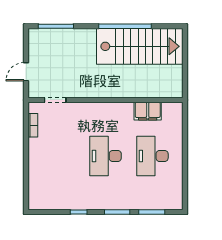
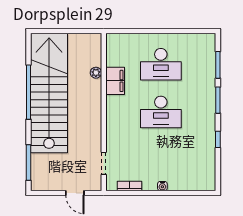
stairs: (140, 46) -> (49, 93), width x1.36
plant: (144, 92) -> (96, 73), added
filing cabinet: (148, 111) -> (115, 81), moved
water cooler: (33, 158) -> (162, 186), added

